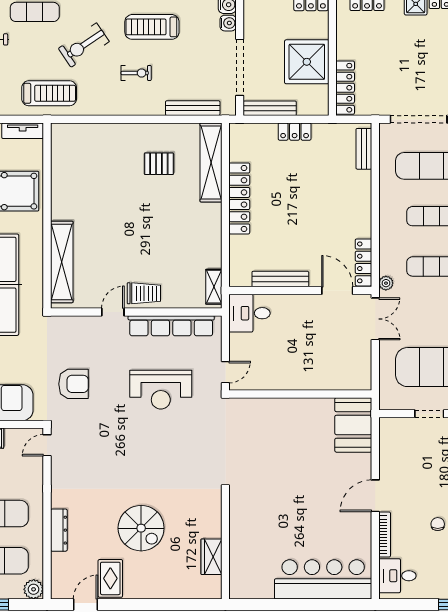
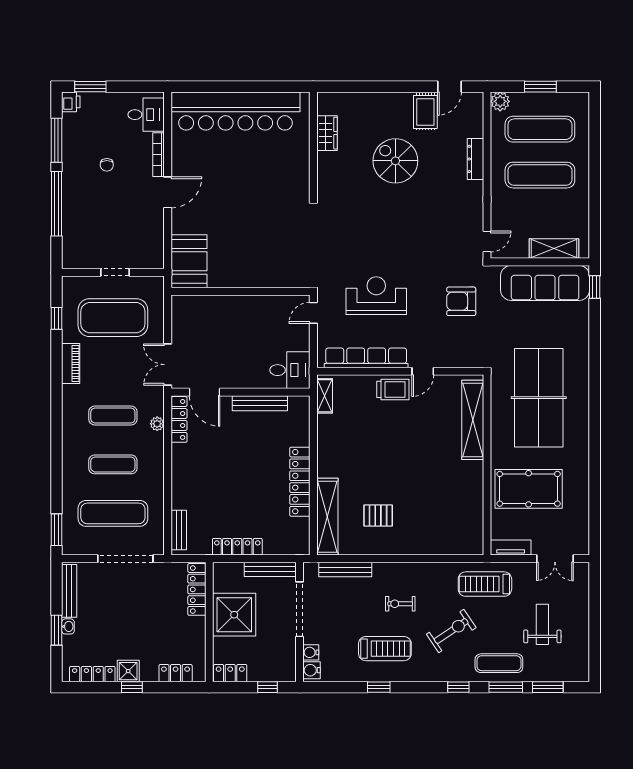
locker: (295, 132) -> (237, 547), width x1.53
plant: (386, 283) -> (157, 424), moved
trolley: (144, 293) -> (393, 389), turned 180
bar counter: (323, 579) -> (235, 111), width x1.36

